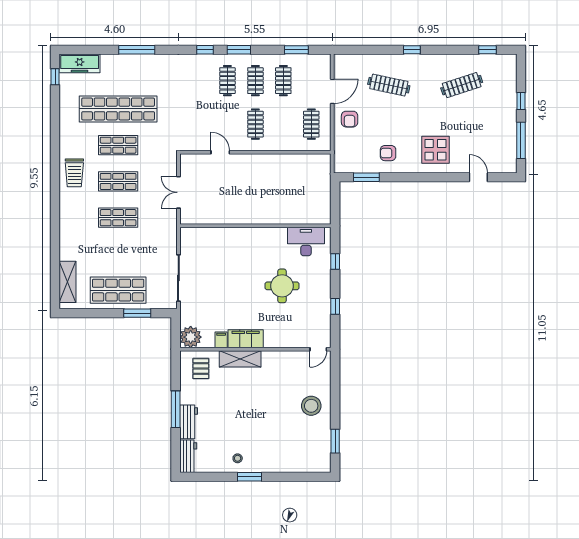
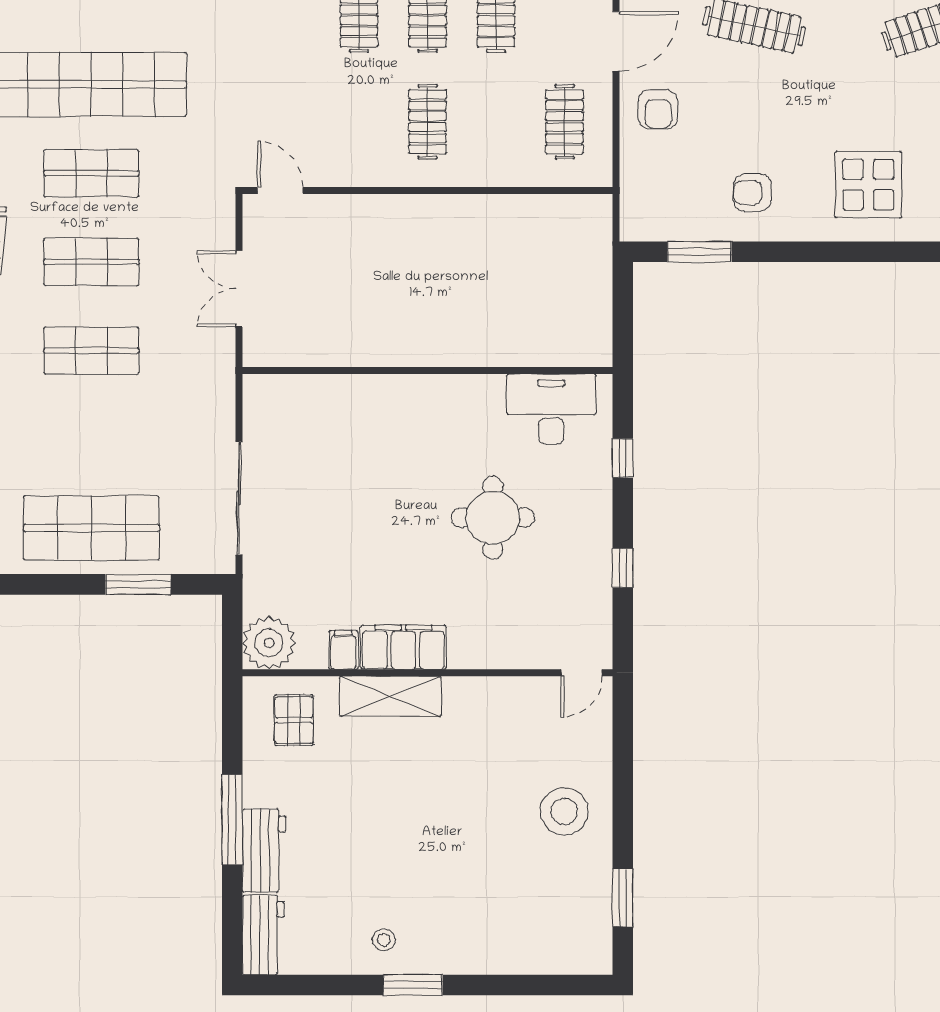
door: (220, 152) -> (280, 191), moved

